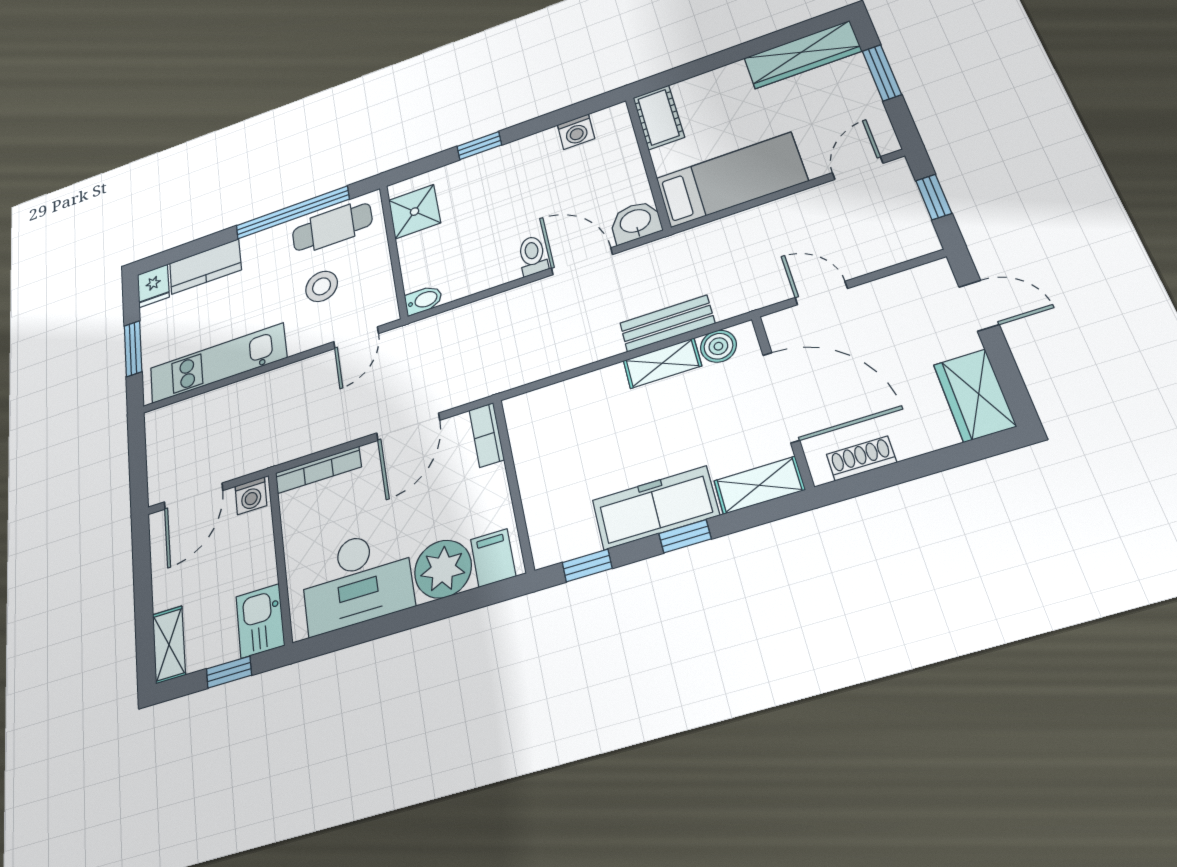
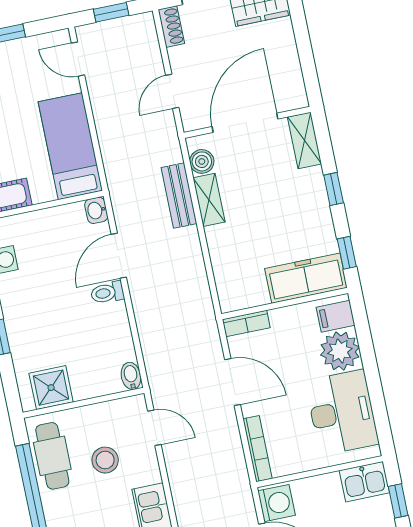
washbasin: (636, 222) -> (96, 210), width x0.72, depth x0.69
shoe rack: (861, 458) -> (171, 27), moved, turned 180
washing machine: (251, 496) -> (277, 503), width x1.38, depth x1.38
freezer: (655, 508) -> (306, 278), moved, turned 90

